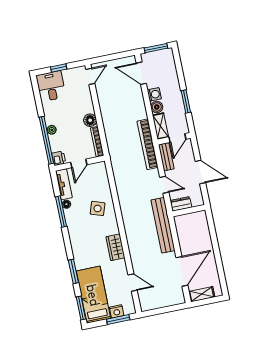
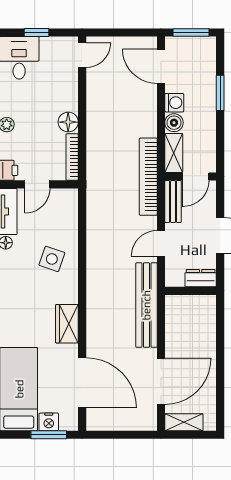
window: (186, 101) -> (220, 93), moved
door: (164, 185) -> (161, 243), swing flipped
dresser: (181, 204) -> (201, 278), moved
door: (133, 282) -> (82, 383), width x1.88

